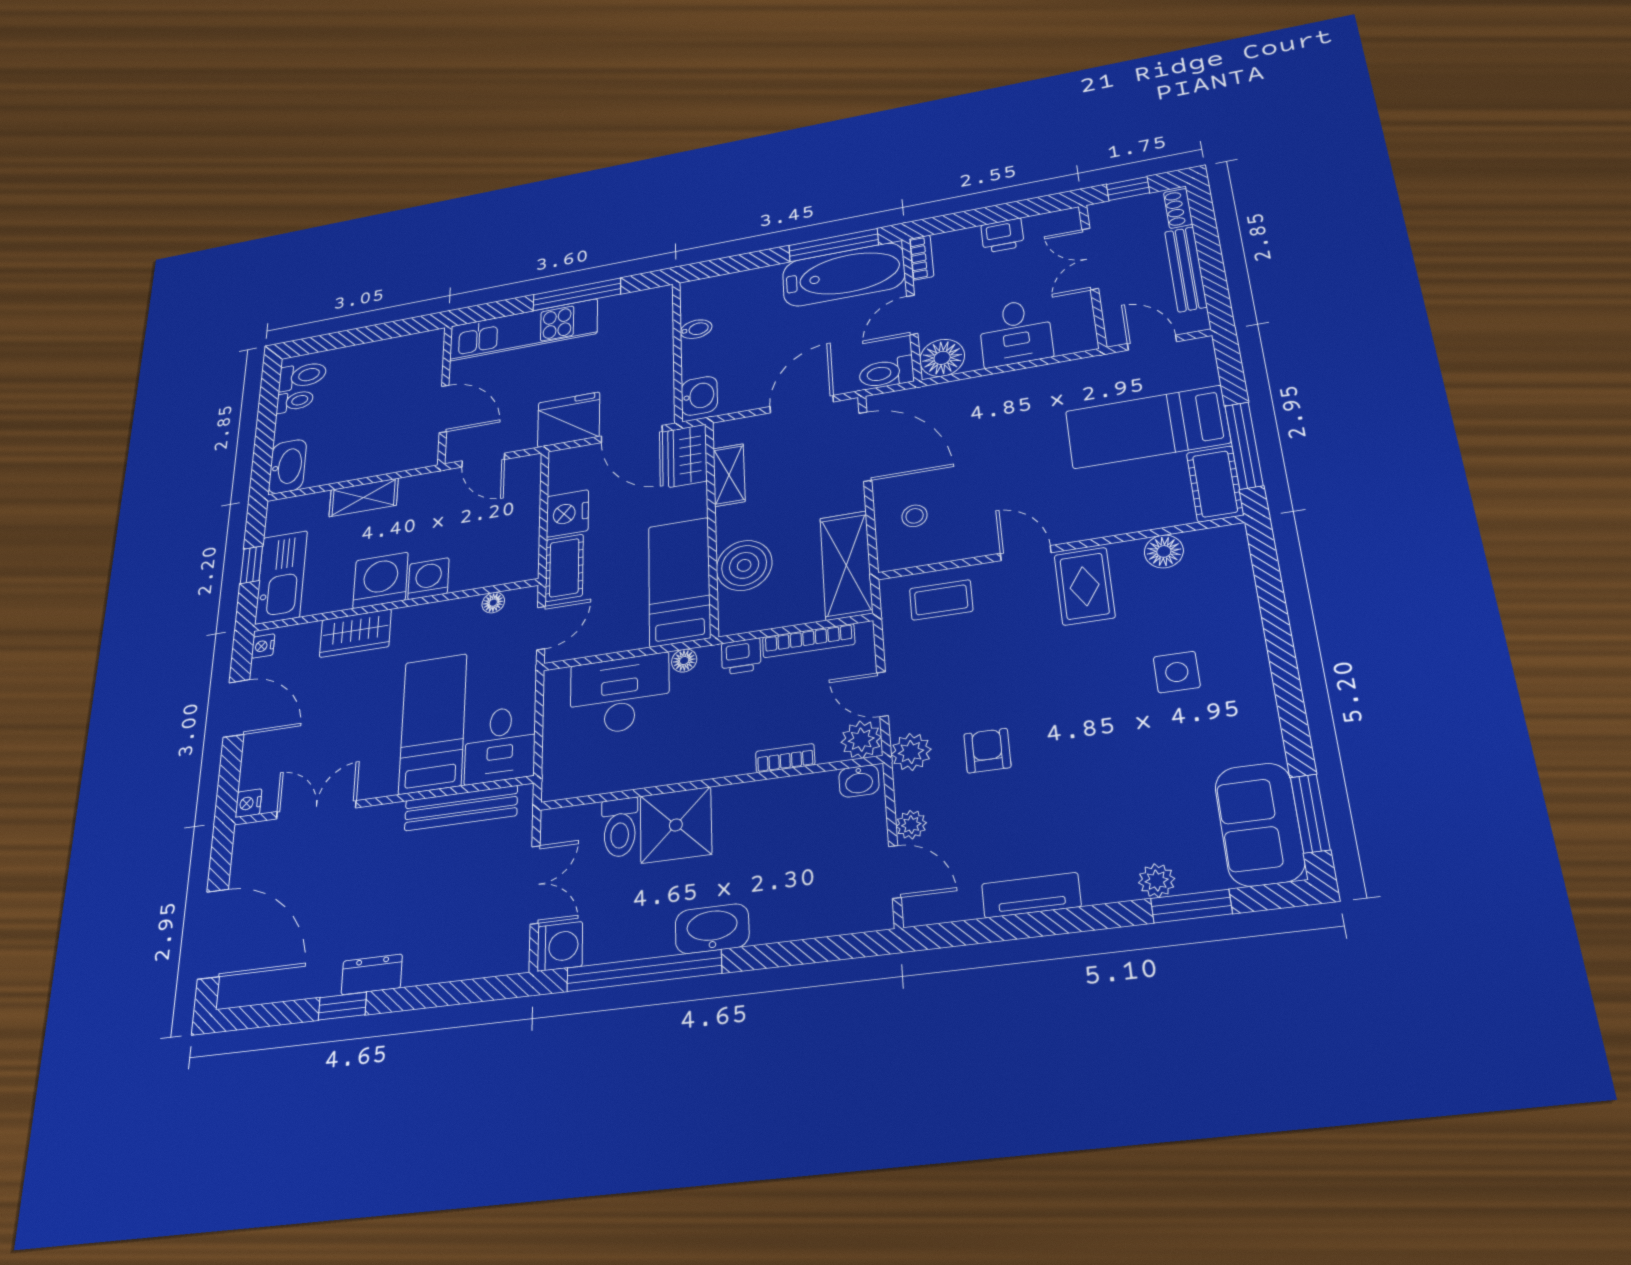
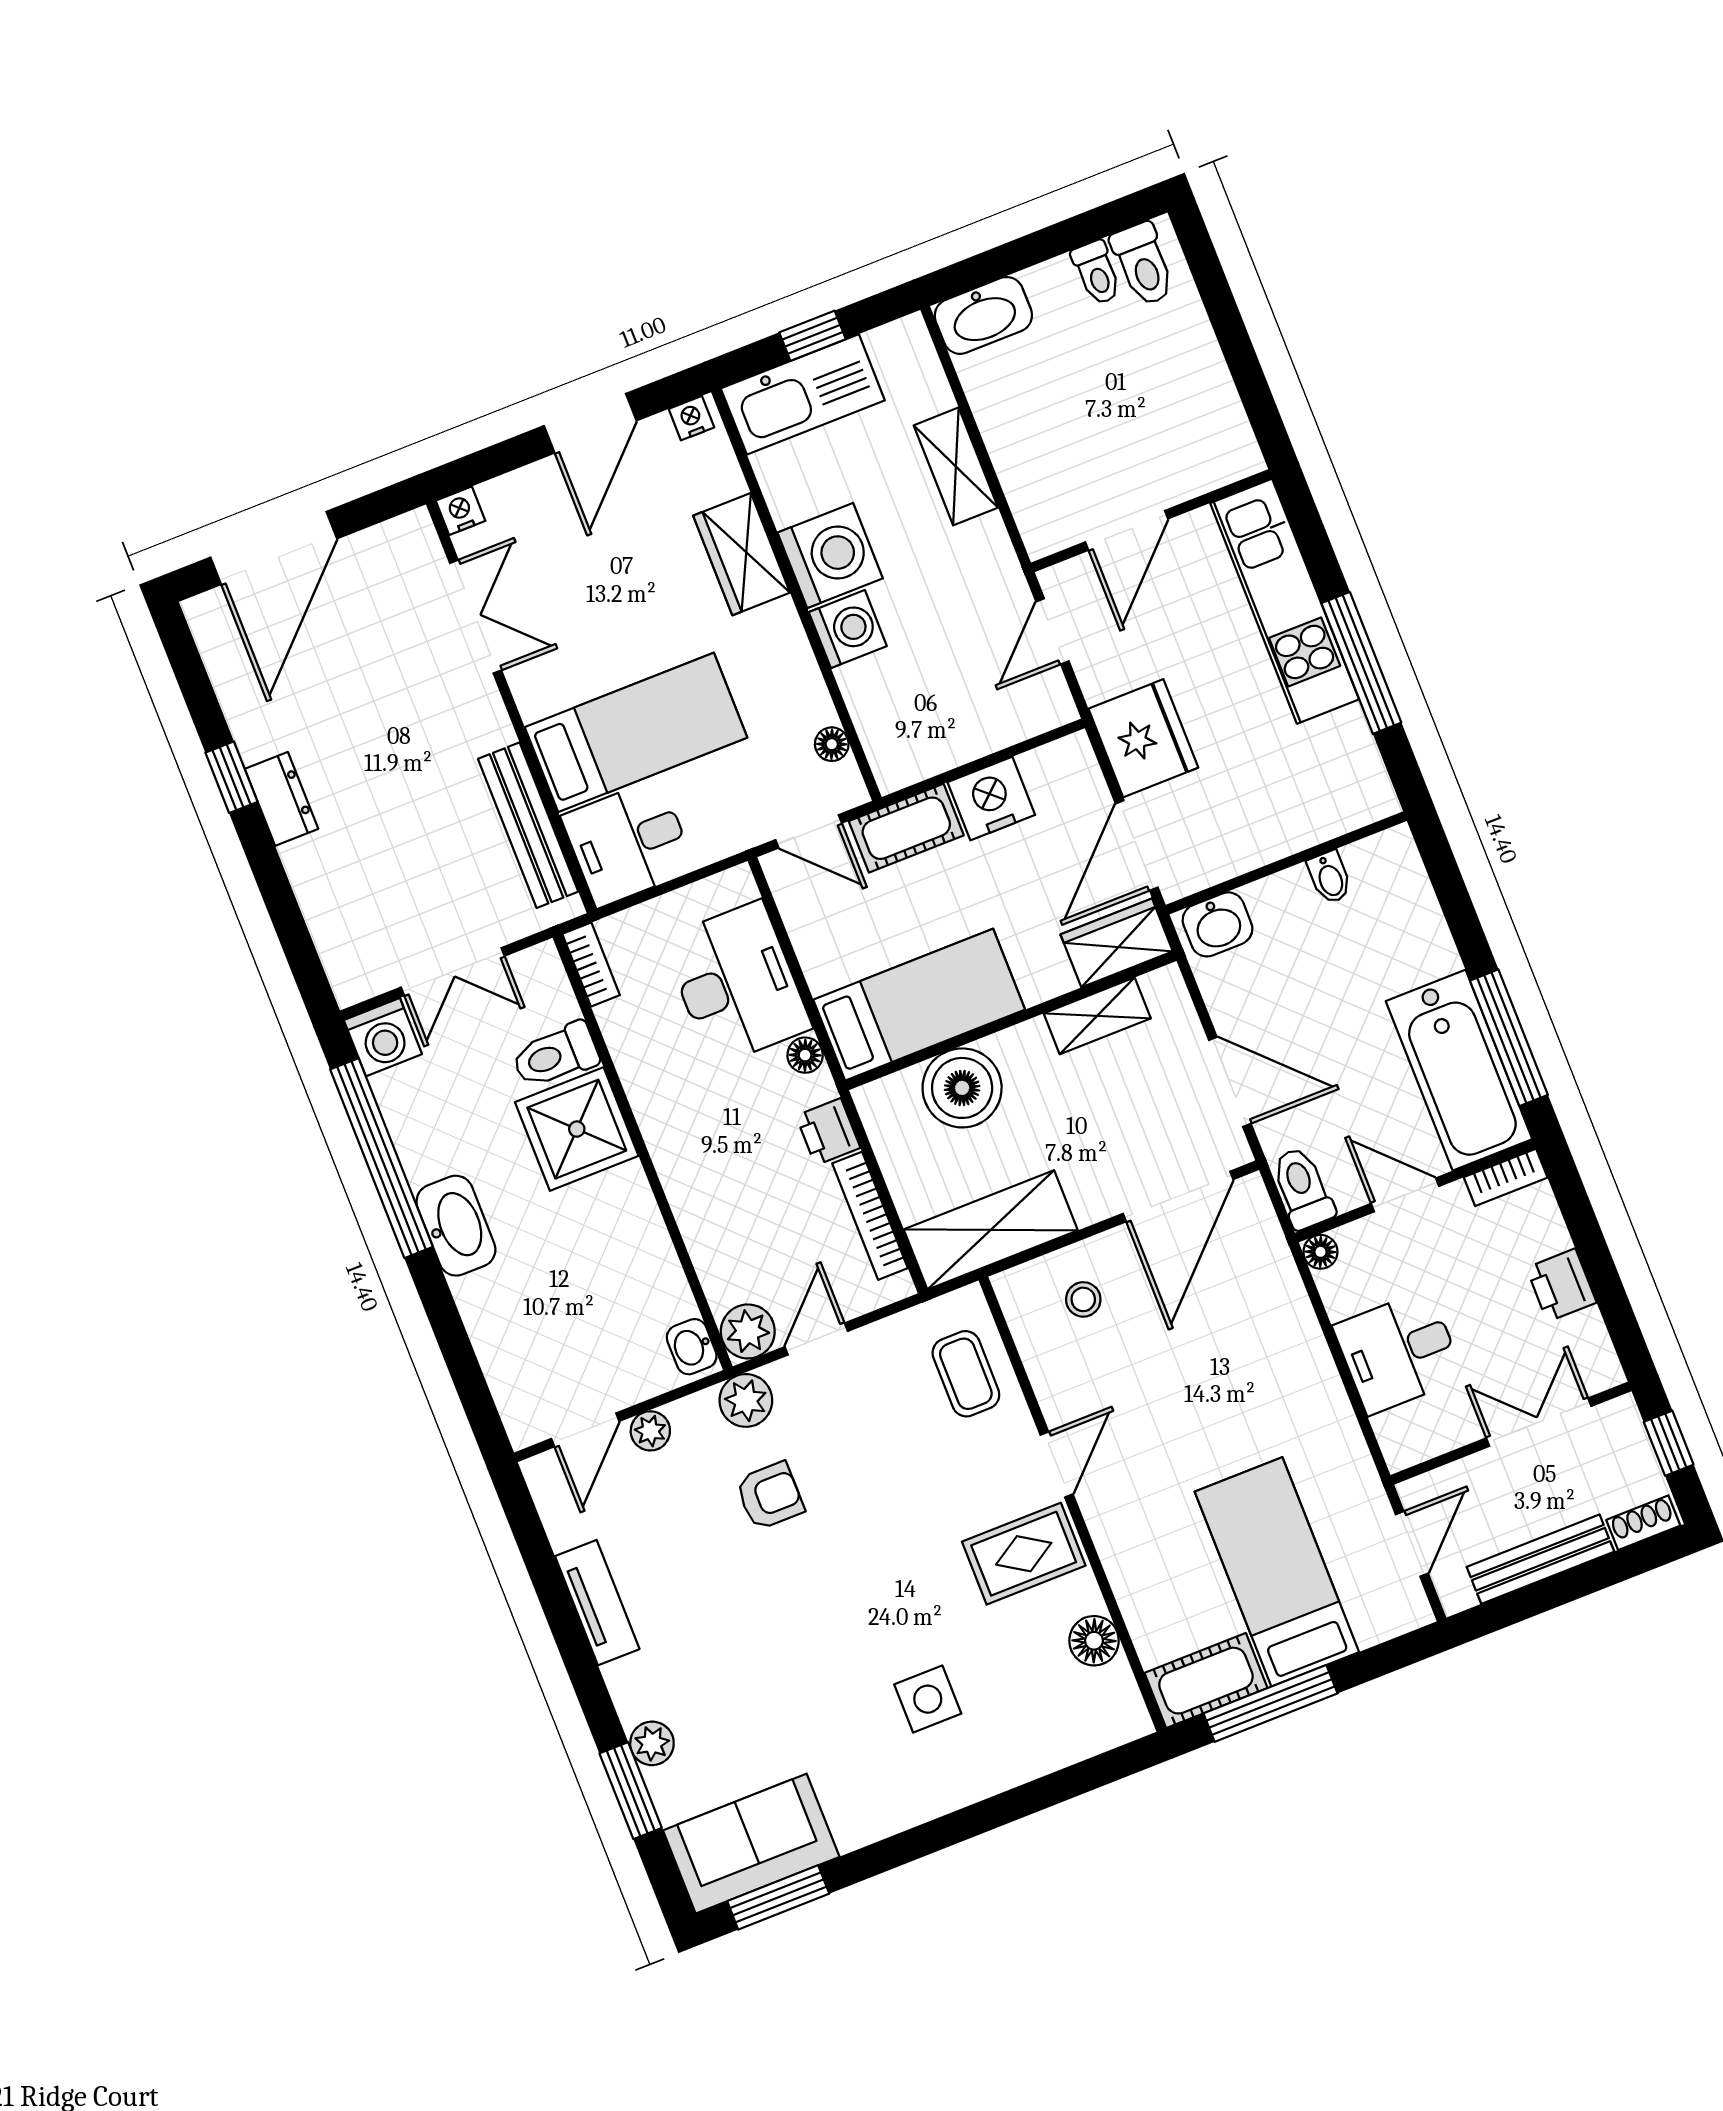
floor lamp: (942, 358) -> (1321, 1252), width x0.53, depth x0.53
bookcase: (785, 758) -> (591, 965), moved

